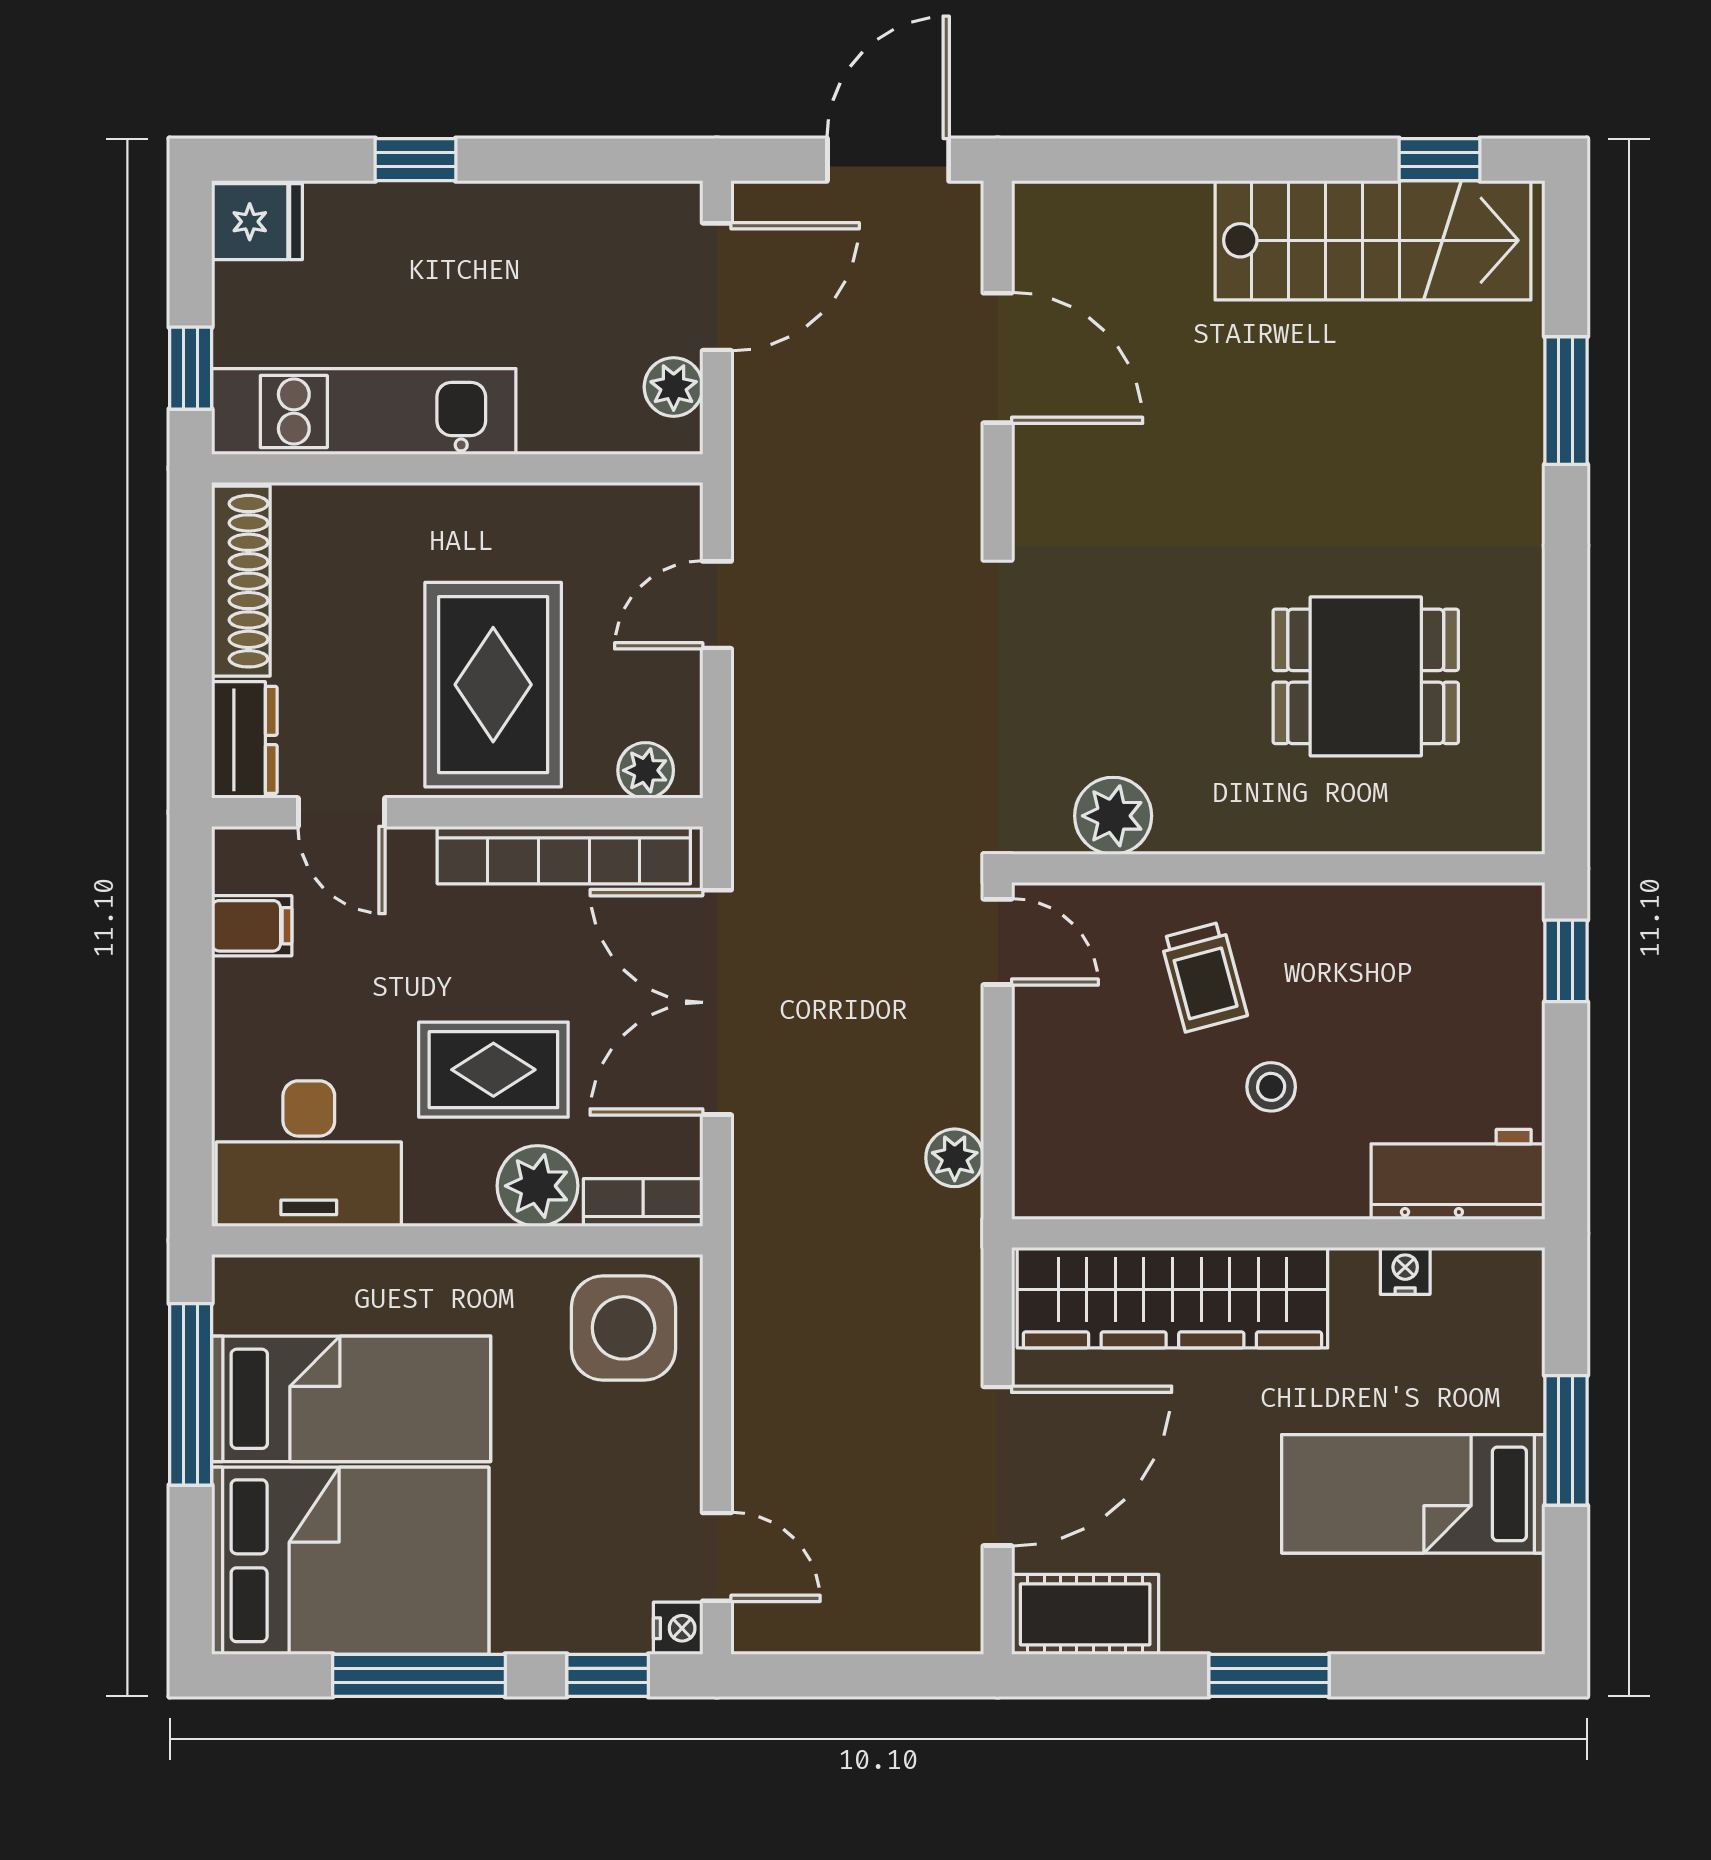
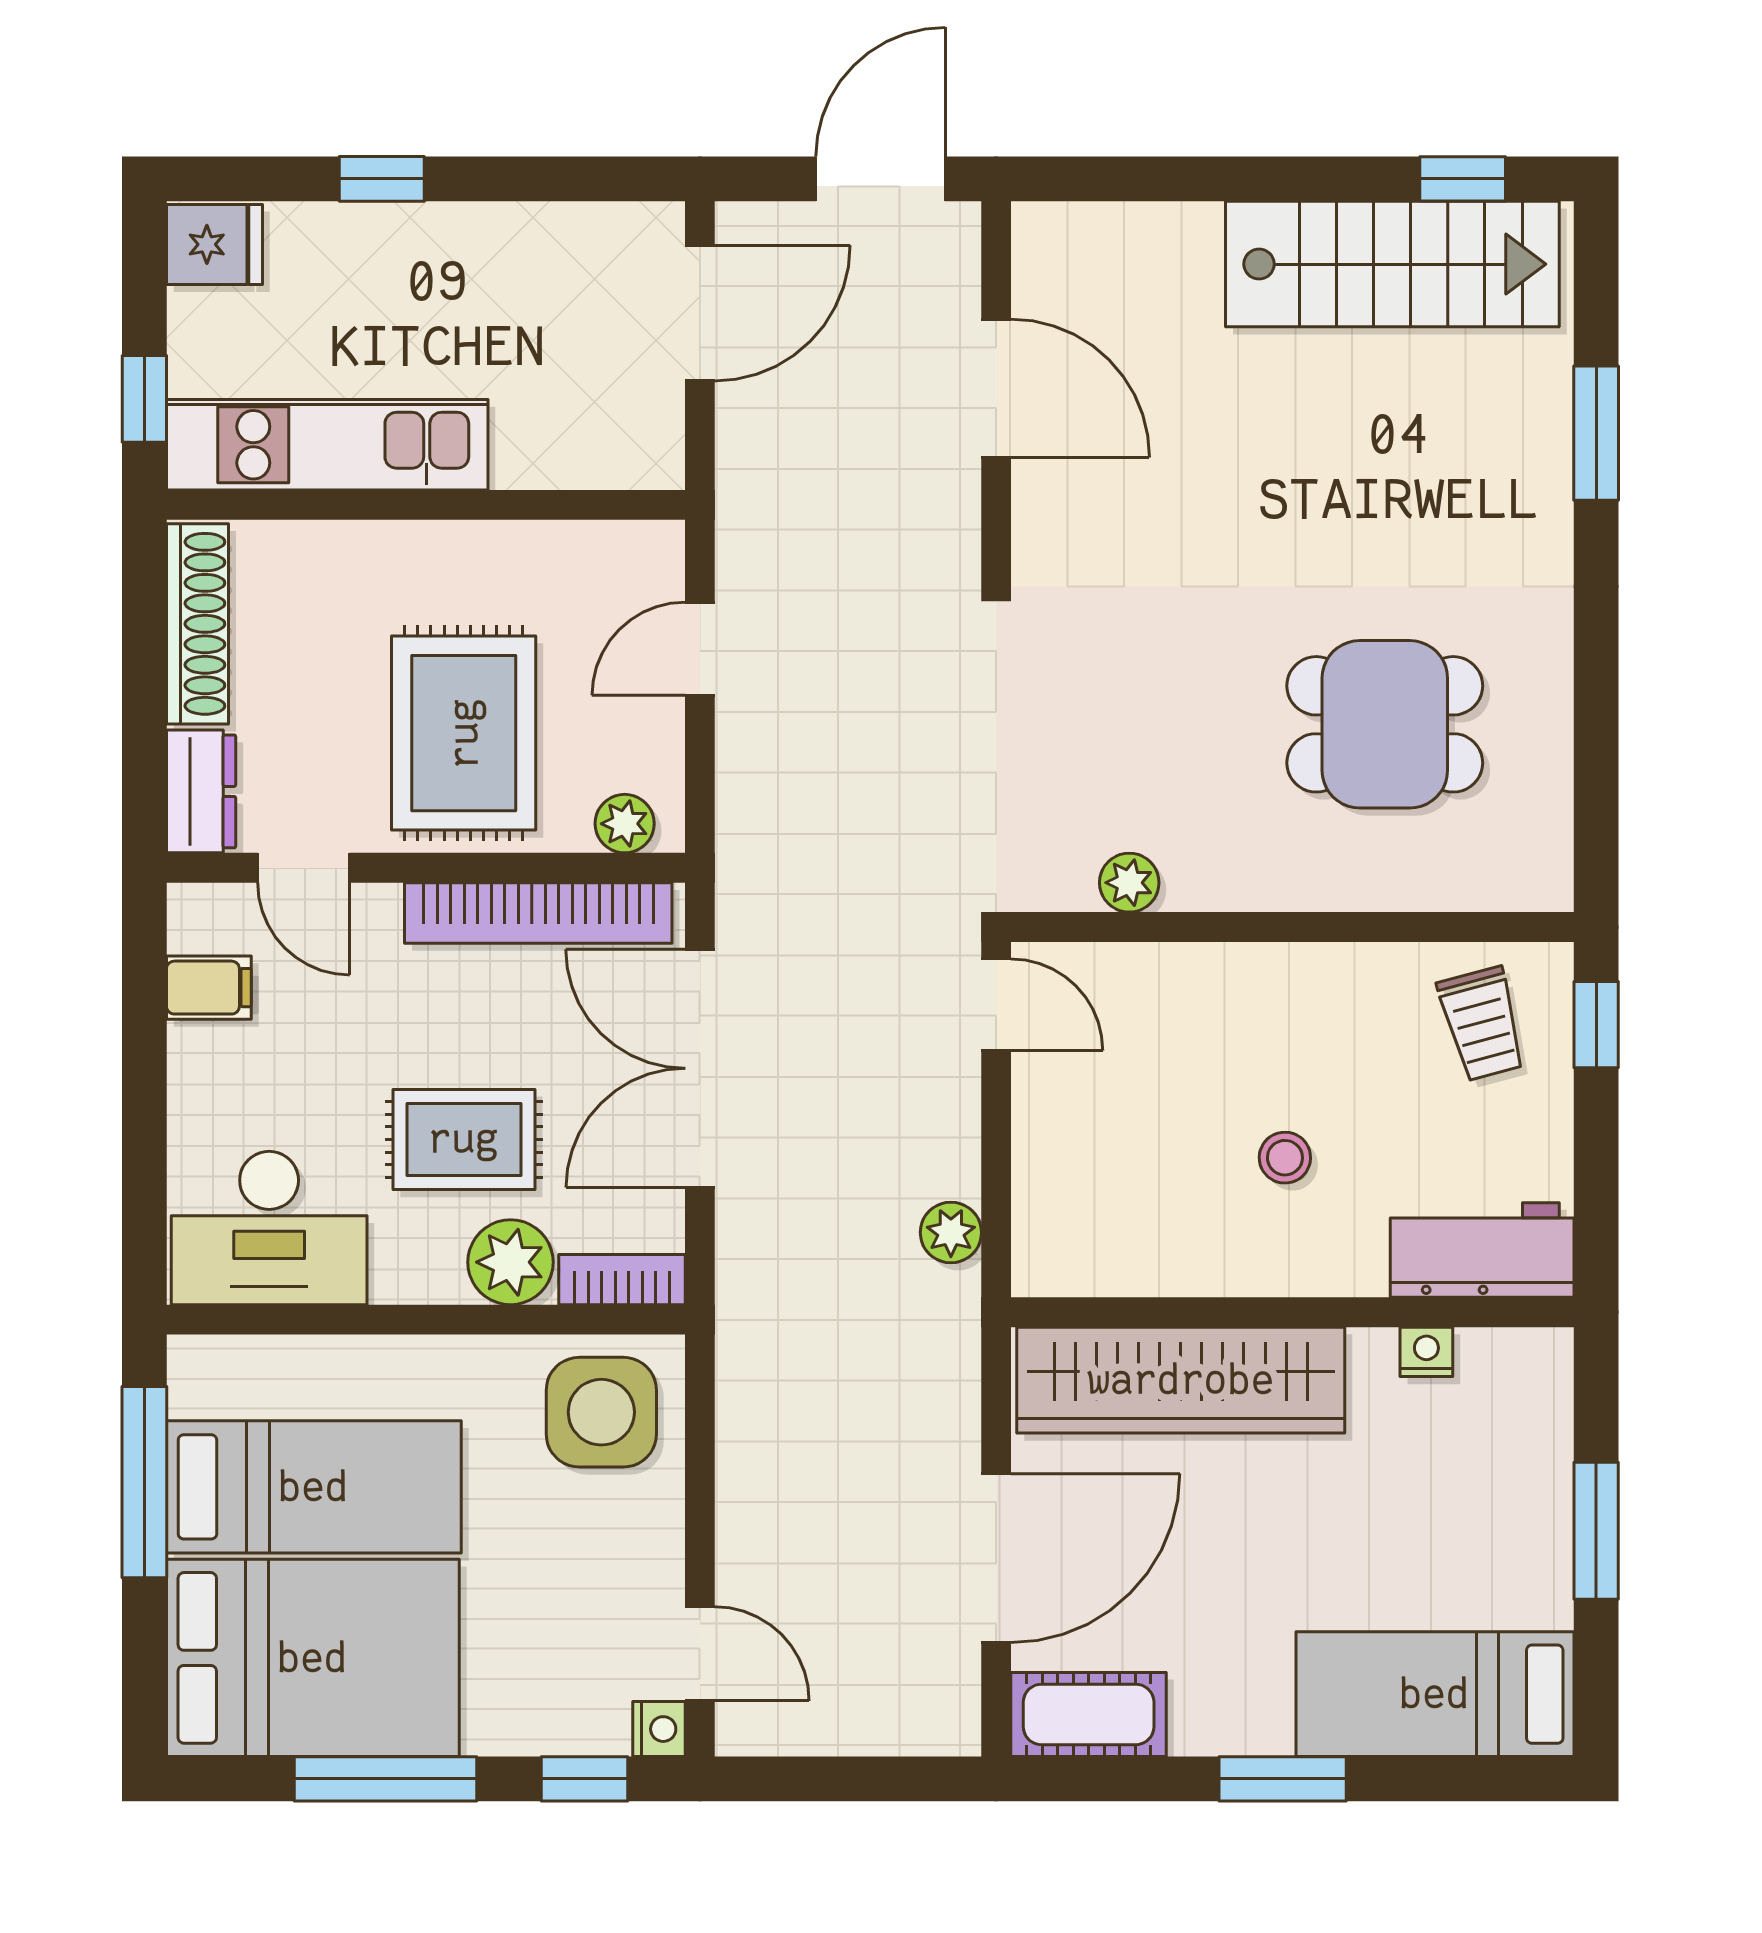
plant: (674, 387) -> (654, 419), removed
plant: (1113, 816) -> (1129, 883), width x0.73, depth x0.73
trolley: (1204, 977) -> (1482, 1024), moved
bed: (1413, 1494) -> (1435, 1694), moved

